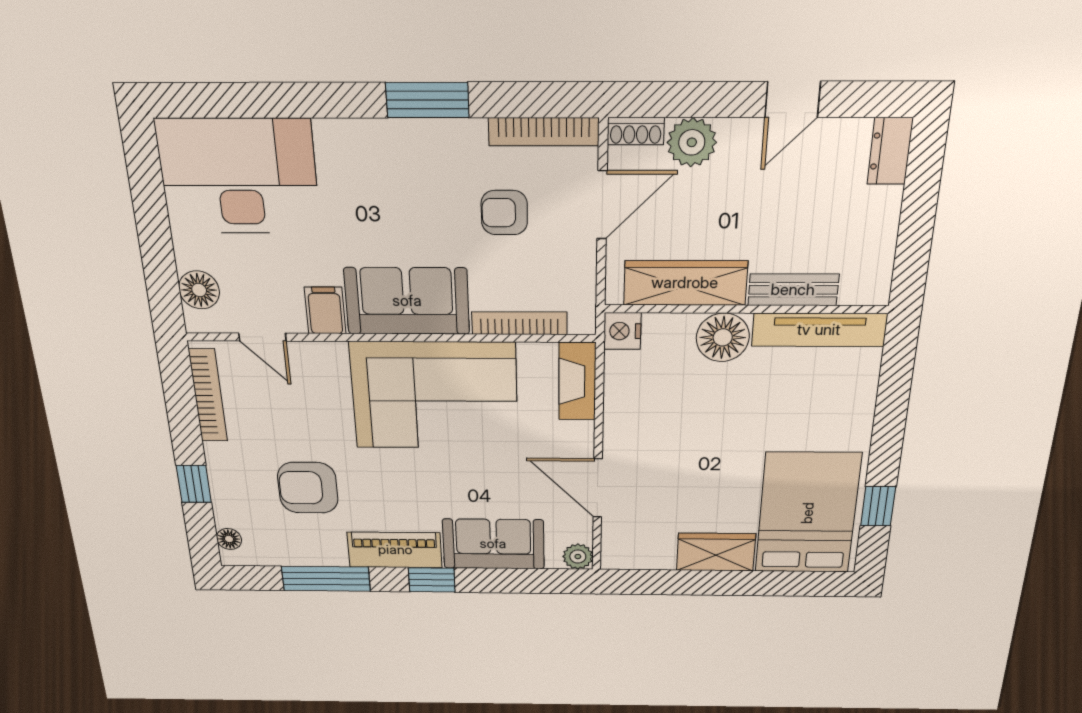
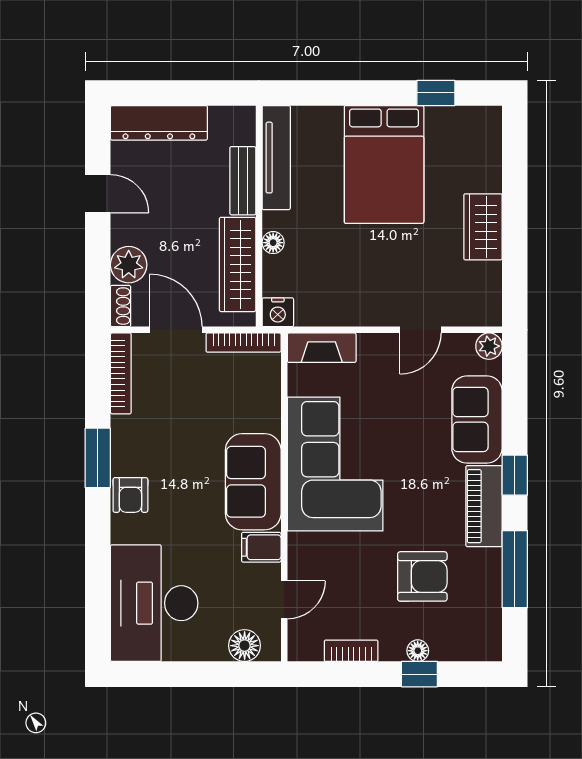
dresser: (890, 151) -> (159, 123), width x1.96, depth x1.24
armchair: (504, 213) -> (130, 495), moved
bookcase: (519, 323) -> (244, 343), moved, turned -90
floor lamp: (723, 337) -> (273, 243), width x0.53, depth x0.53
bookcase: (208, 395) -> (351, 651), width x0.64
armchair: (308, 488) -> (422, 576), turned -90
door: (598, 488) -> (420, 330), width x0.73
bed: (808, 513) -> (384, 164), moved, turned -90
floor lamp: (229, 539) -> (418, 651), moved

